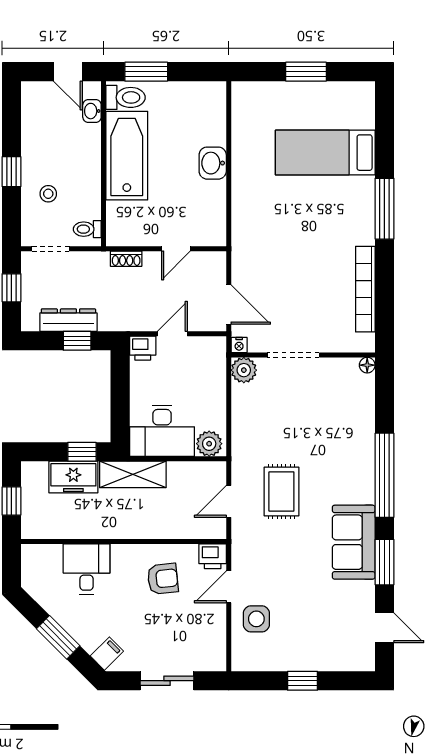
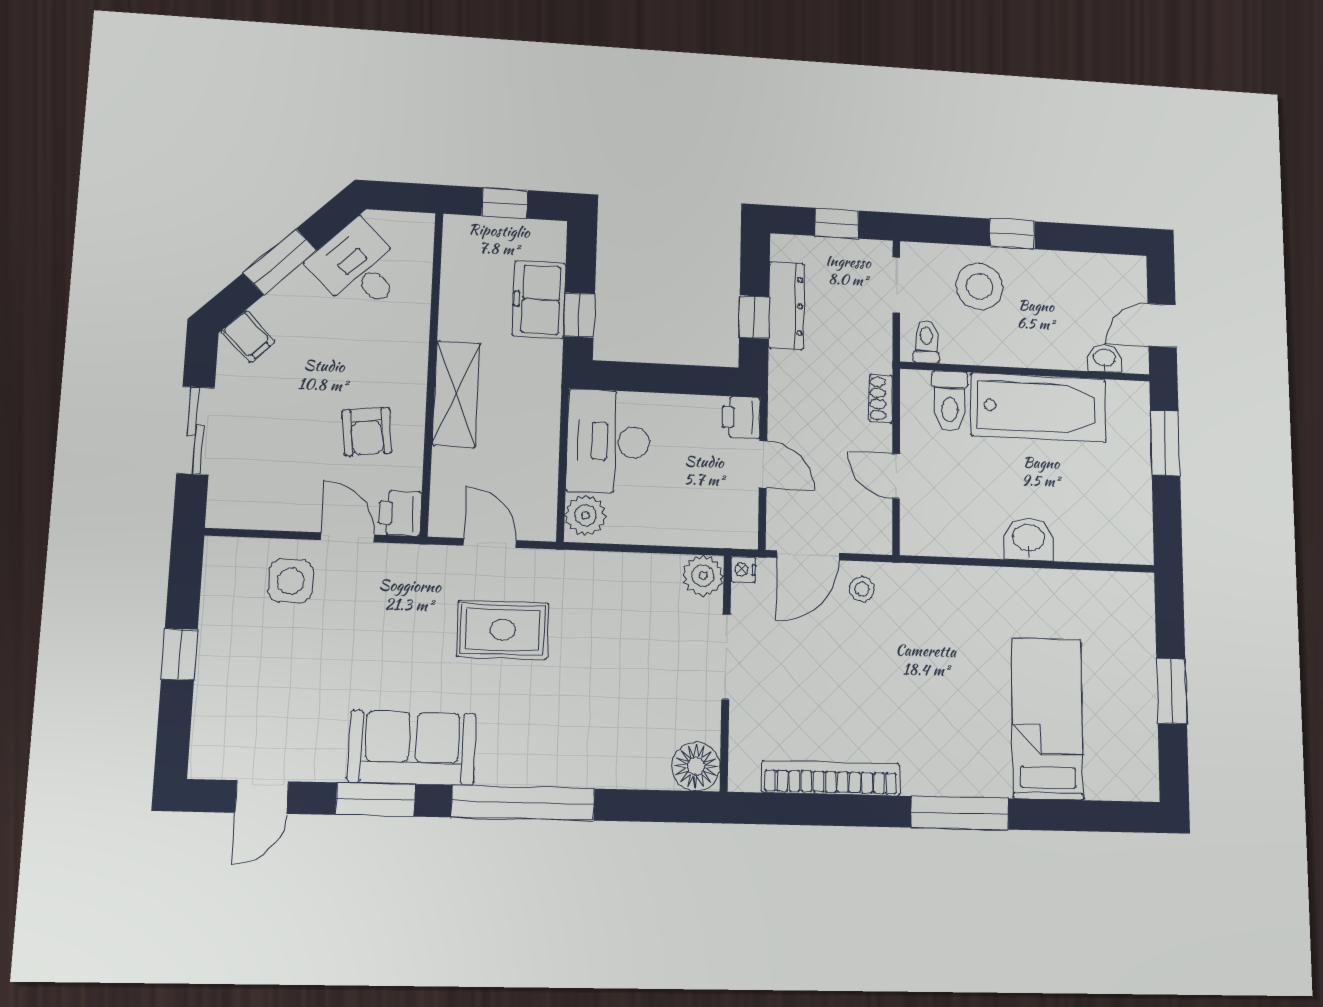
toilet: (126, 97) -> (950, 401), moved
stool: (48, 194) -> (980, 286), width x1.89, depth x1.89
stool: (248, 270) -> (862, 589), added
floor lamp: (367, 365) -> (696, 766), width x1.89, depth x1.89
shelving: (133, 474) -> (456, 394), moved
desk: (87, 569) -> (359, 268), moved, turned -135

